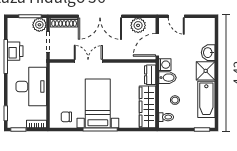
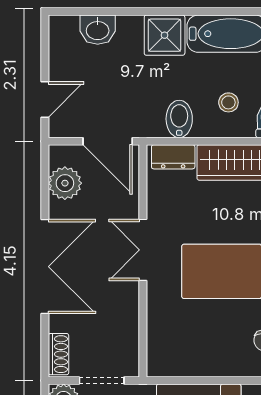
shoe rack: (64, 22) -> (58, 354), width x0.70
washbasin: (208, 53) -> (98, 30), moved
double door: (88, 61) -> (143, 250), moved
washing machine: (165, 65) -> (151, 125), removed

